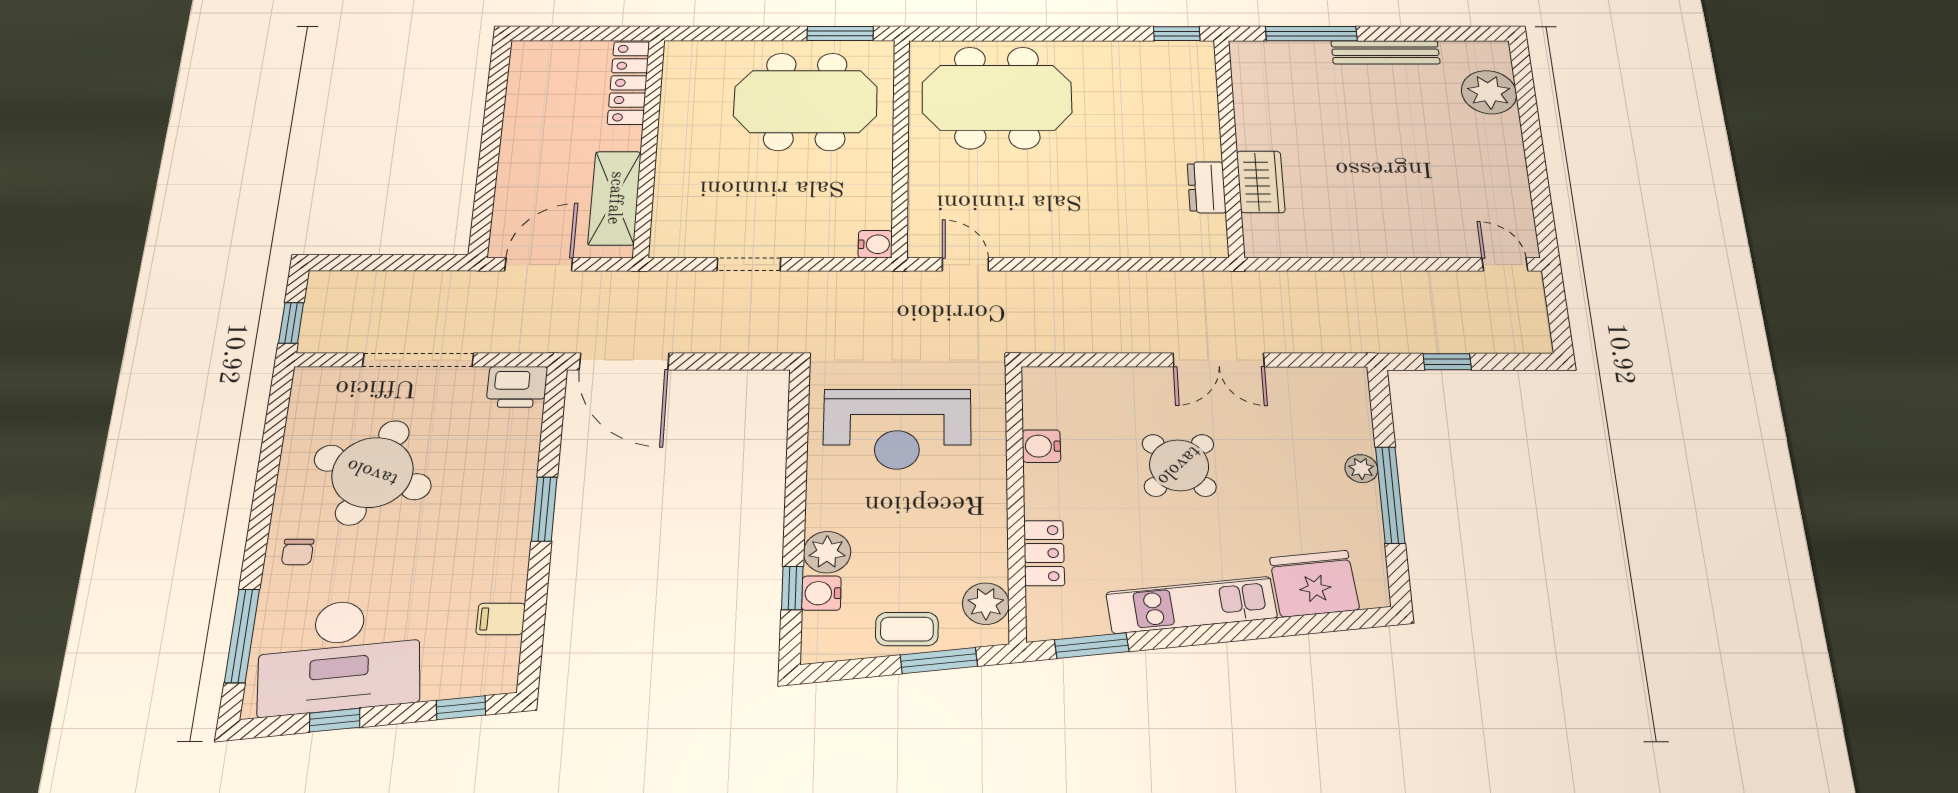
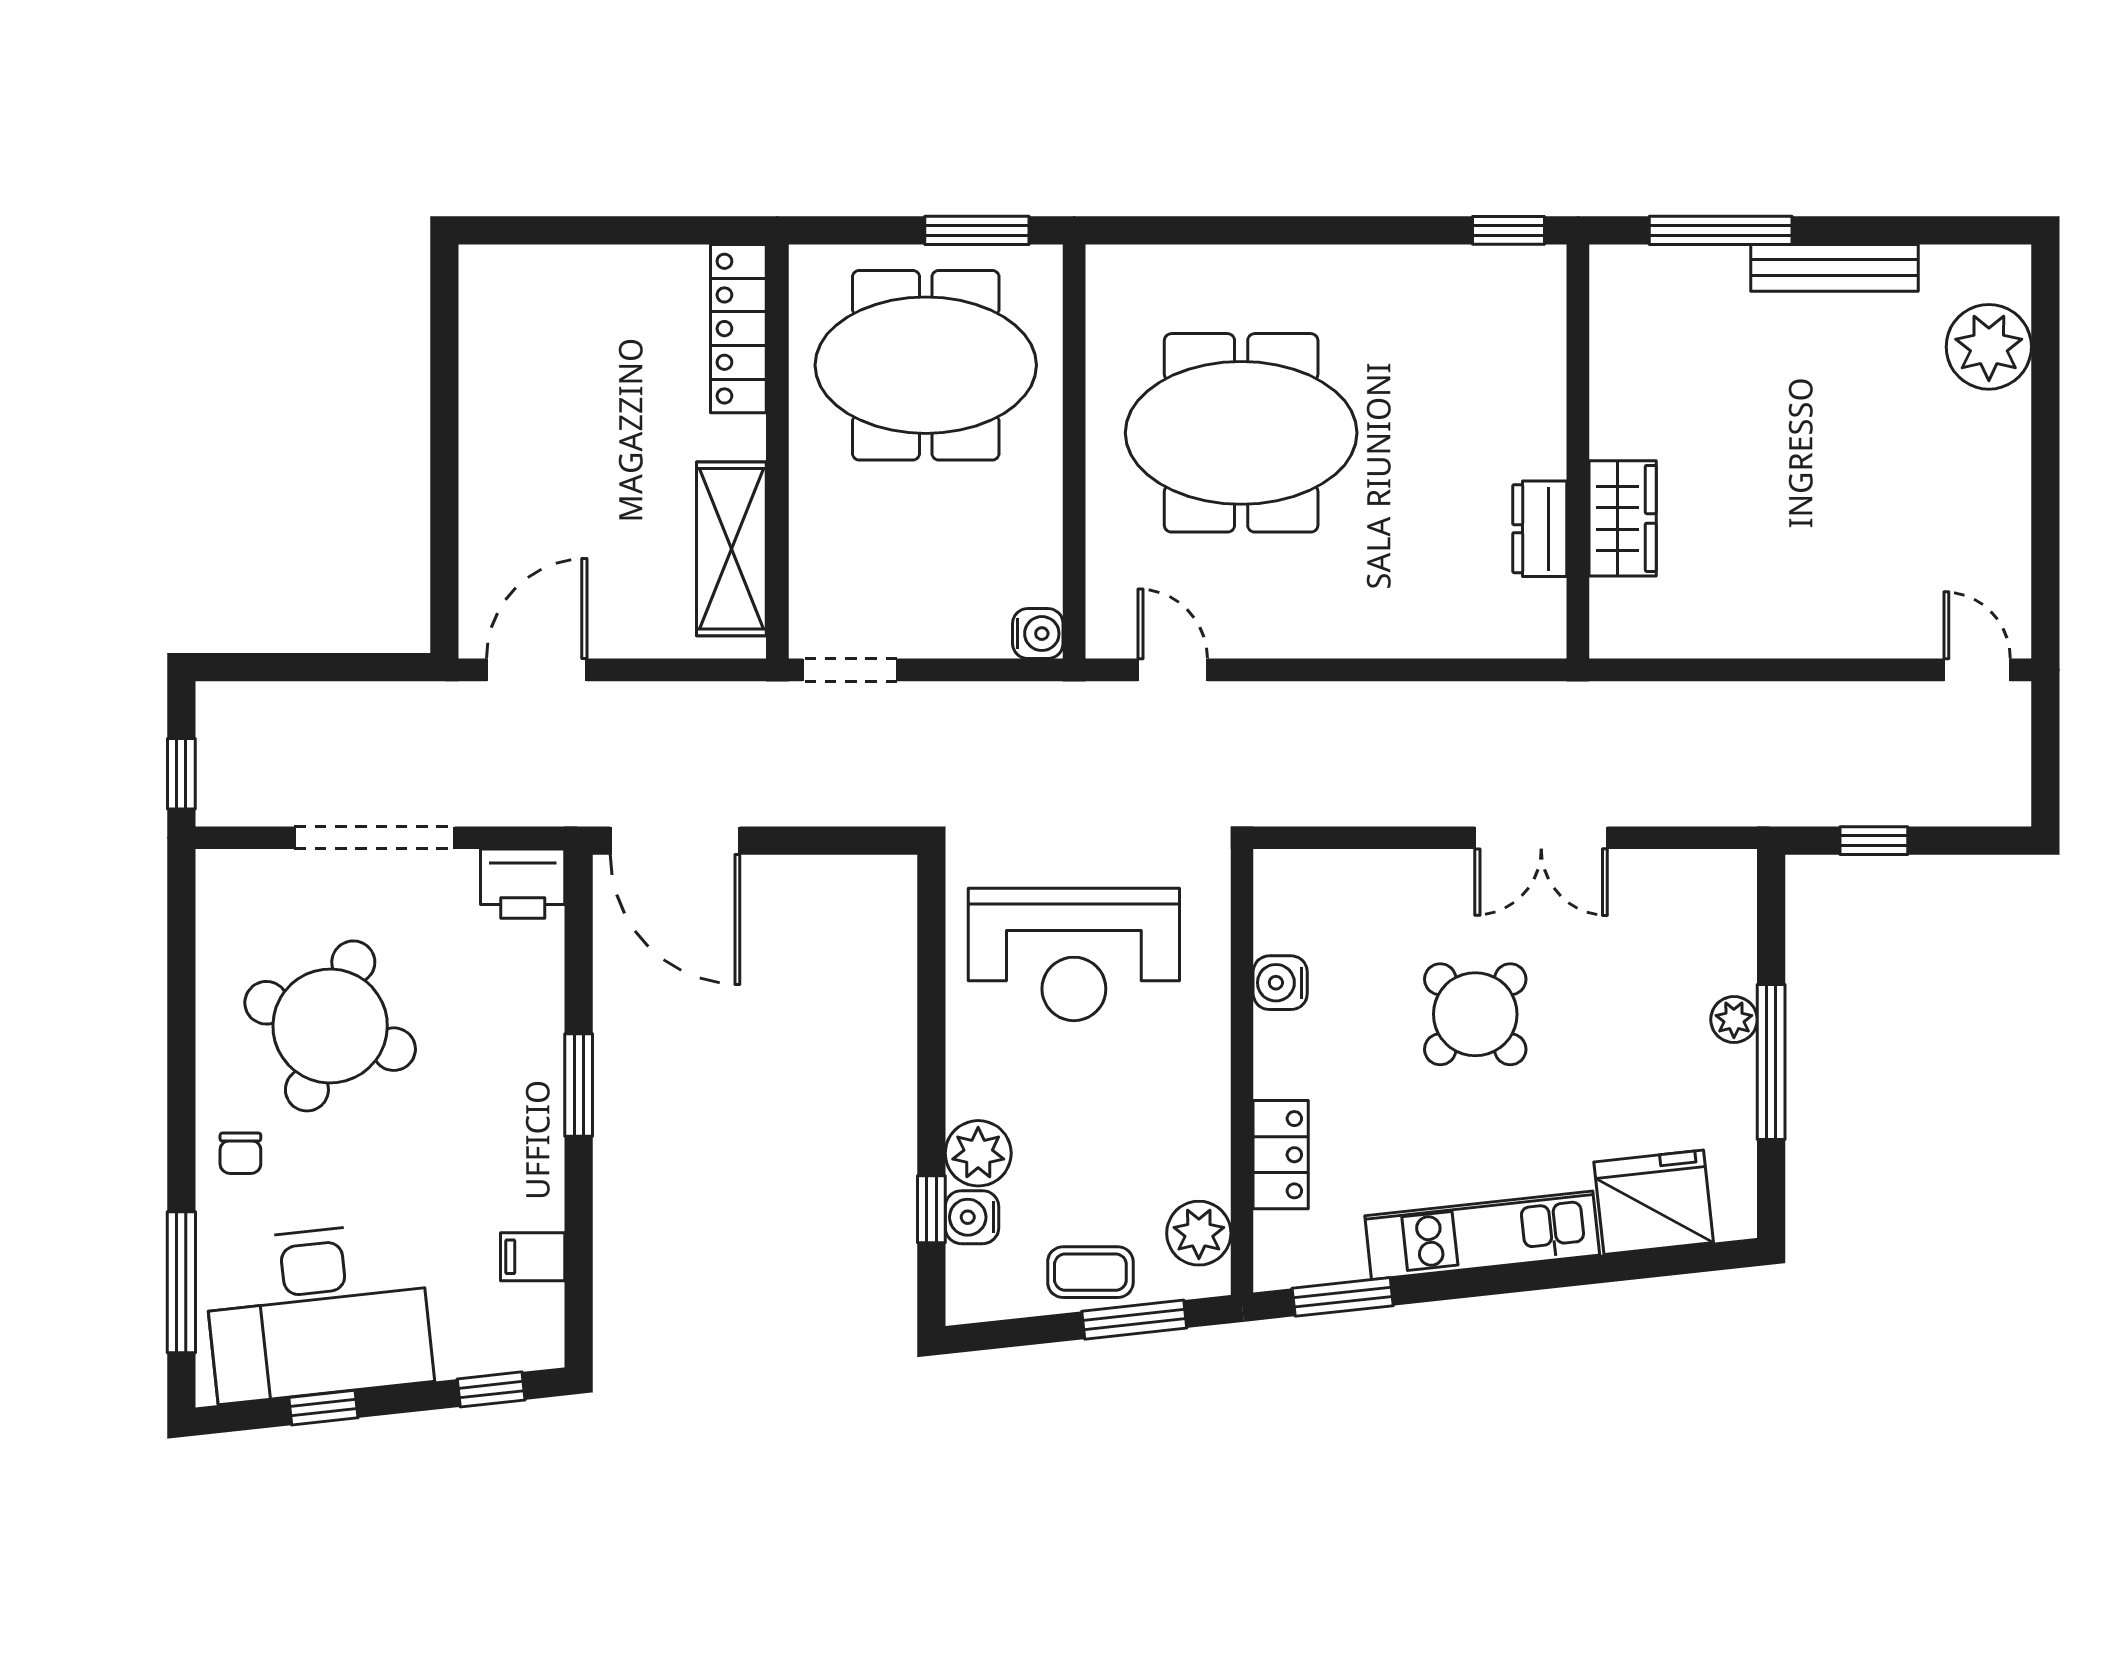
locker: (629, 83) -> (738, 329), moved
meeting table: (997, 98) -> (1241, 433), moved
wall: (649, 146) -> (777, 452), moved
shelving: (615, 198) -> (731, 549), moved

